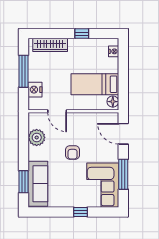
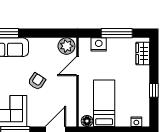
wardrobe: (50, 45) -> (143, 54), width x0.67
plant: (37, 137) -> (66, 46), moved
armchair: (73, 153) -> (37, 81), turned 123

